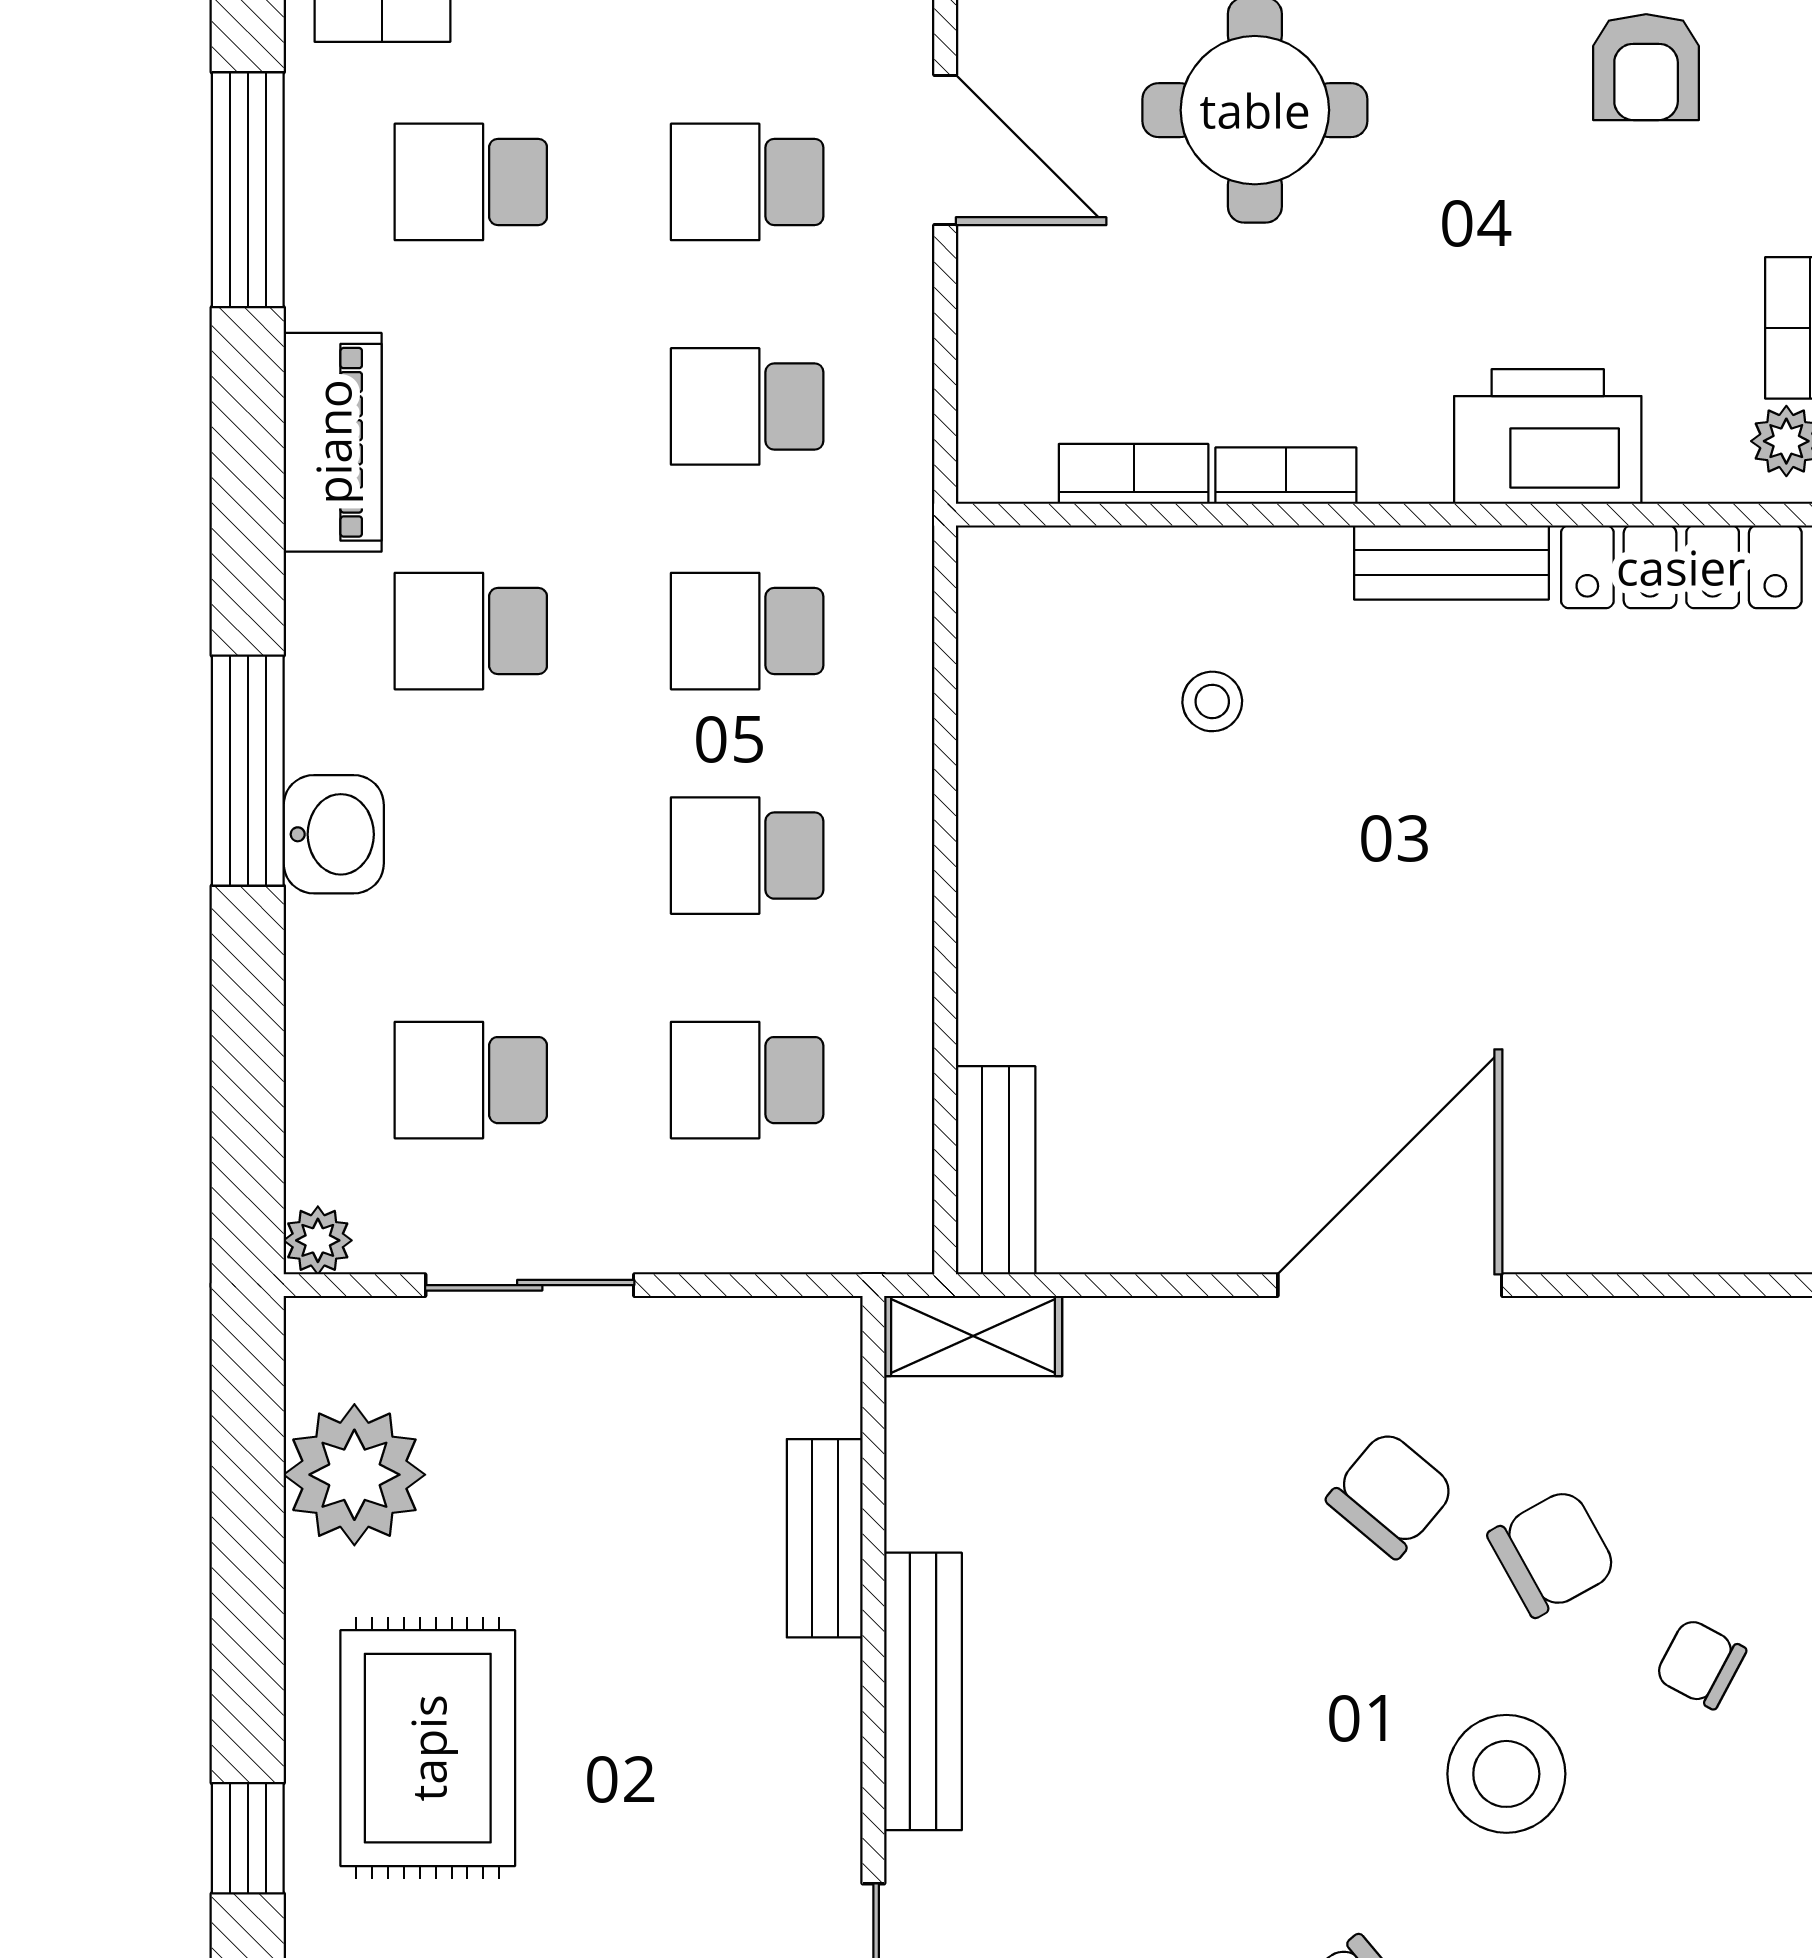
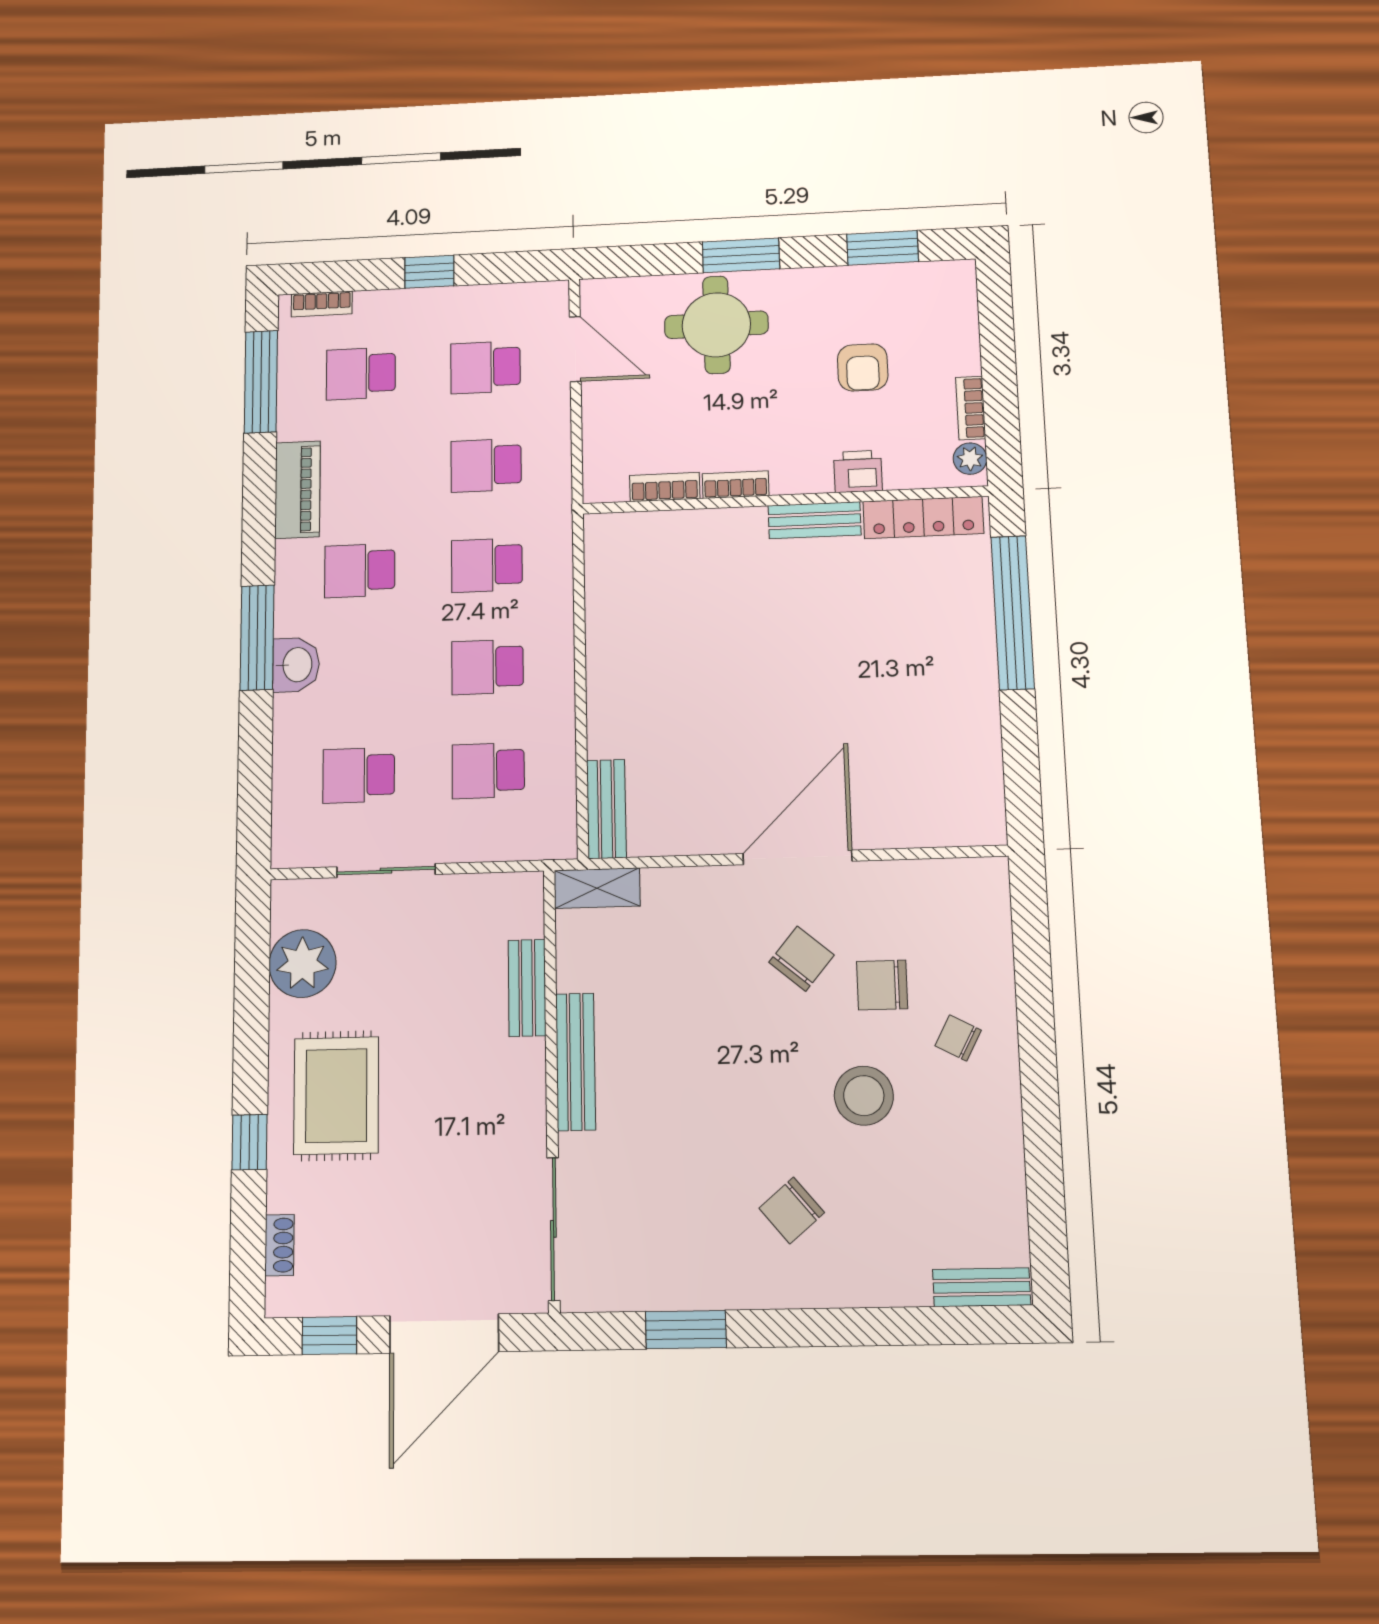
armchair: (1646, 67) -> (863, 367), moved
printer: (1548, 436) -> (858, 471), width x0.53, depth x0.68
stool: (1212, 701) -> (704, 588), removed
plant: (318, 1240) -> (286, 853), removed
chair: (1552, 1553) -> (882, 985), turned -151

